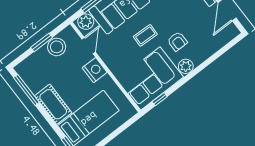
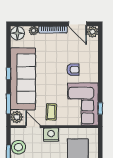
coffee table: (145, 35) -> (51, 112), moved
plant: (186, 66) -> (92, 32), moved

